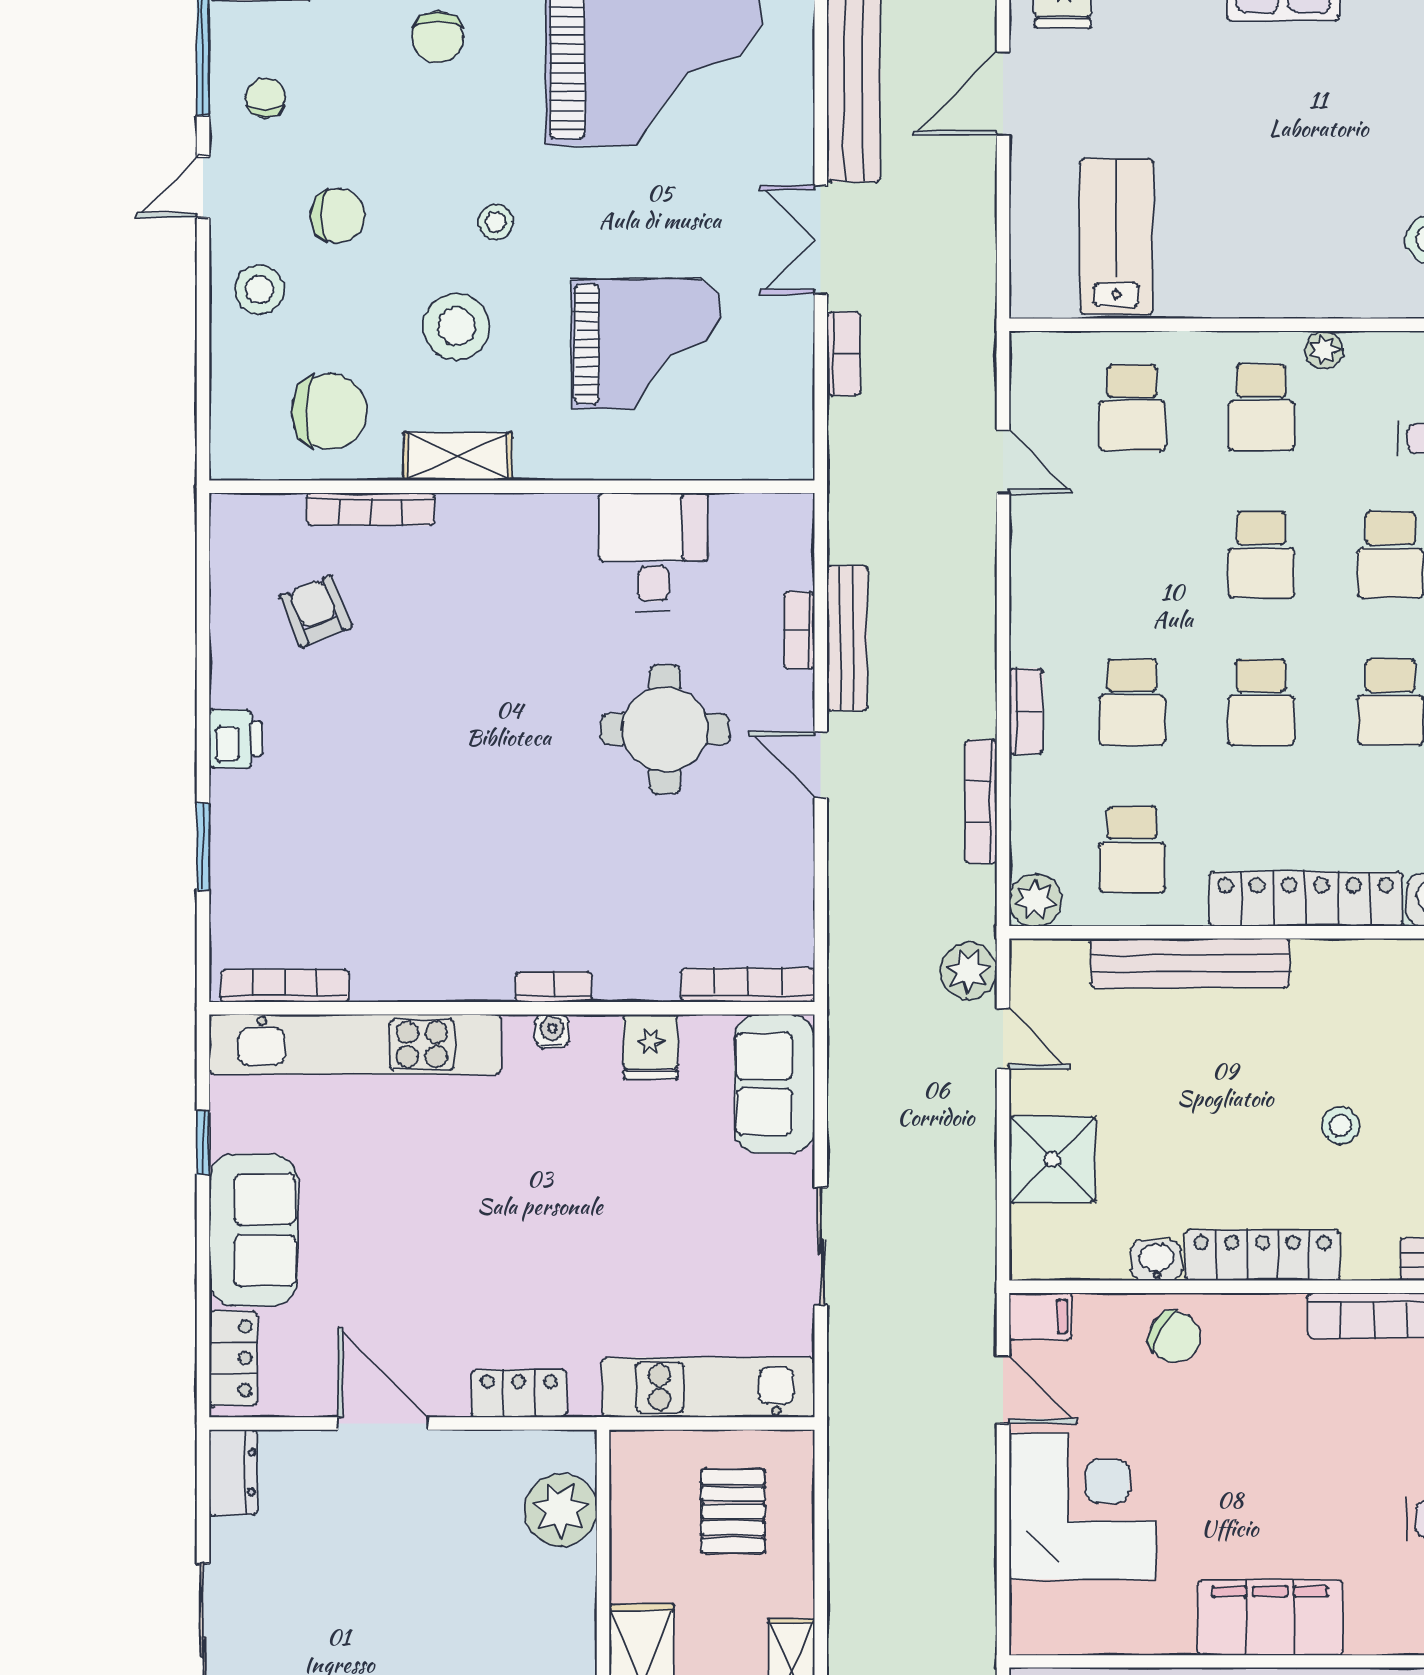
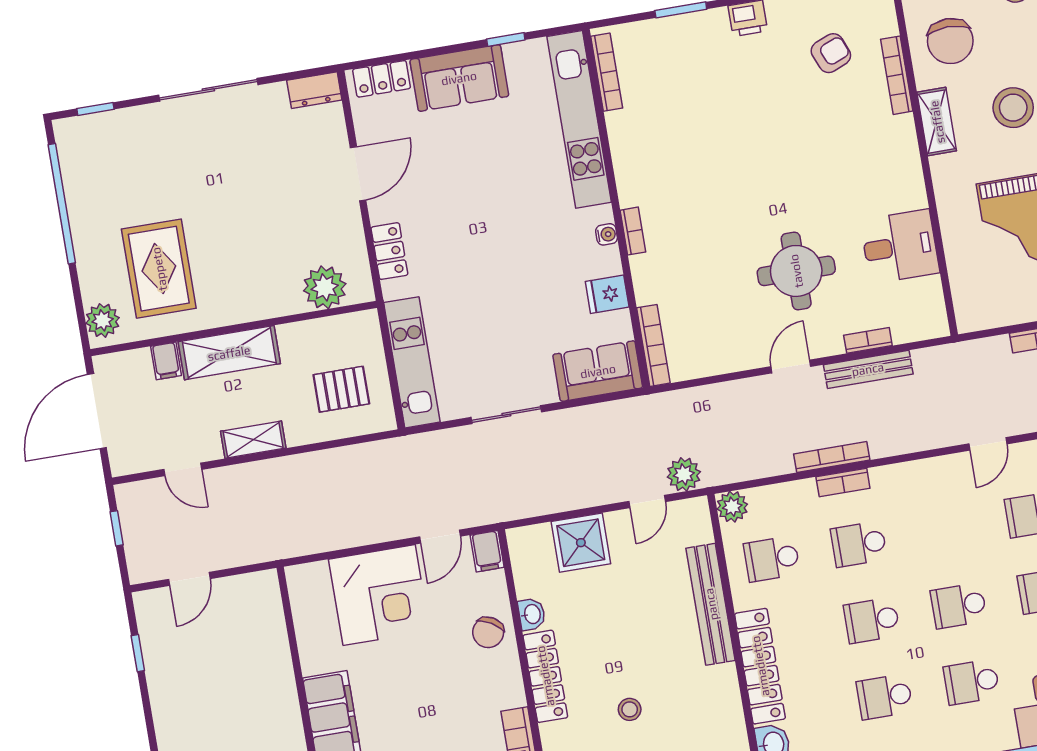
bookcase: (981, 802) -> (832, 457), moved

